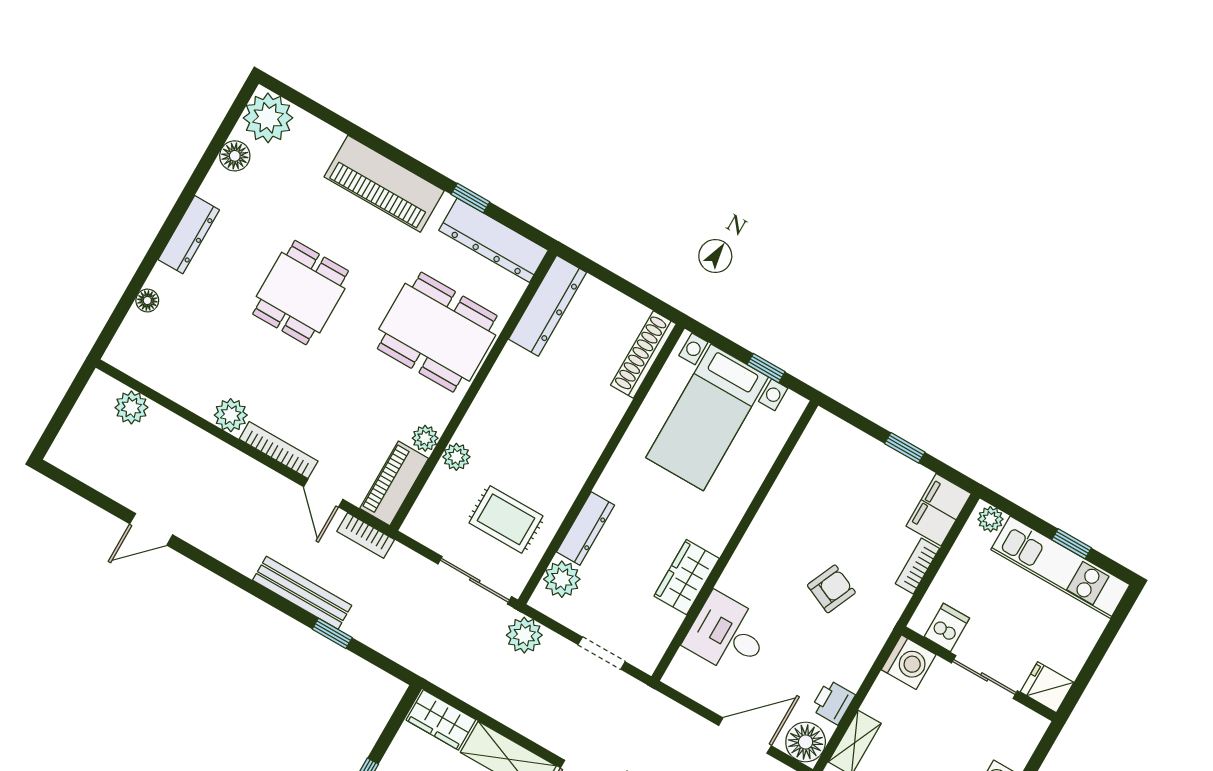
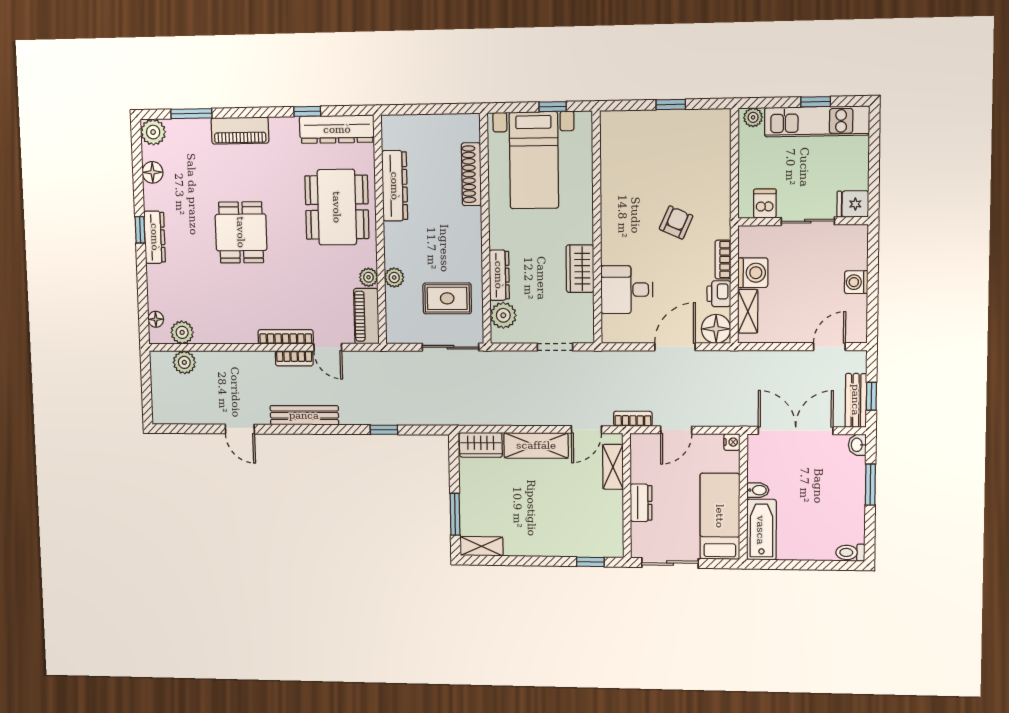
window: (327, 115) -> (191, 114), added
plant: (268, 118) -> (153, 132), width x0.73, depth x0.73
piano: (384, 184) -> (240, 130), width x0.73, depth x0.75
window: (176, 215) -> (140, 230), added
floor lamp: (147, 301) -> (156, 319), moved
dresser: (547, 306) -> (395, 186), moved
dining table: (437, 332) -> (337, 207), turned 90
shoe rack: (643, 354) -> (471, 174), moved
plant: (231, 415) -> (182, 332), moved
filing cabinet: (939, 510) -> (716, 131), removed
door: (151, 529) -> (240, 429), hinge flipped
bookcase: (366, 536) -> (294, 358), moved
bookcase: (917, 566) -> (723, 260), moved
bench: (302, 593) -> (304, 415), moved
plant: (524, 635) -> (501, 363), removed
washing machine: (909, 662) -> (753, 273), moved

